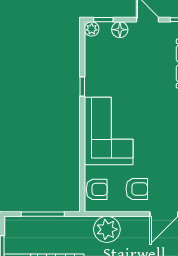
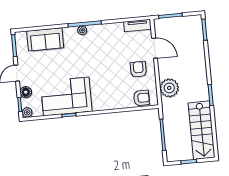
corner sofa: (109, 131) -> (66, 96), moved
armchair: (97, 189) -> (141, 98), turned 90

